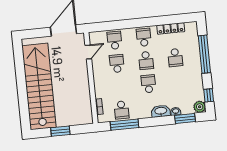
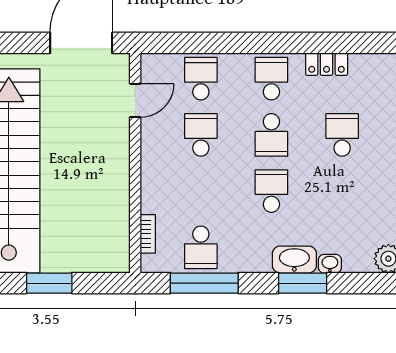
locker: (171, 28) -> (327, 64), width x0.66
school desk: (175, 58) -> (342, 135), turned 180
window: (185, 118) -> (303, 283), moved

